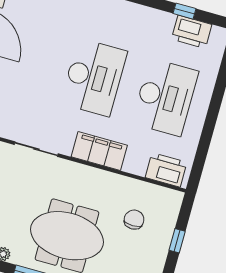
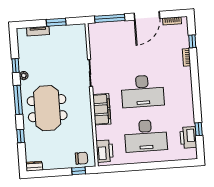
chair: (134, 220) -> (81, 158), moved
window: (177, 241) -> (79, 171), moved

